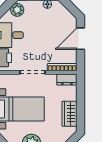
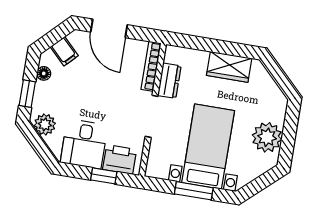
filing cabinet: (63, 14) -> (64, 51), added
dresser: (67, 80) -> (169, 81), moved

